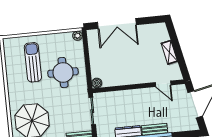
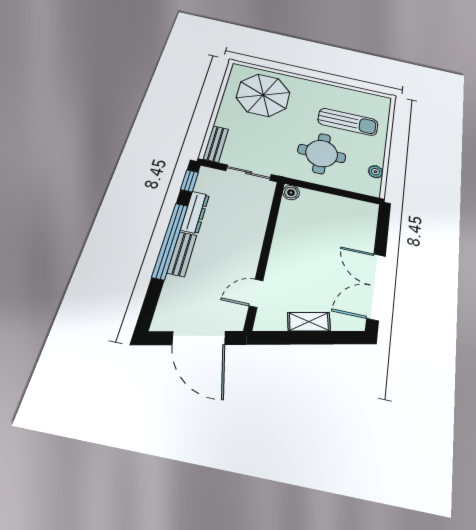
double door: (117, 23) -> (376, 286), moved
plant: (78, 36) -> (375, 172), moved

